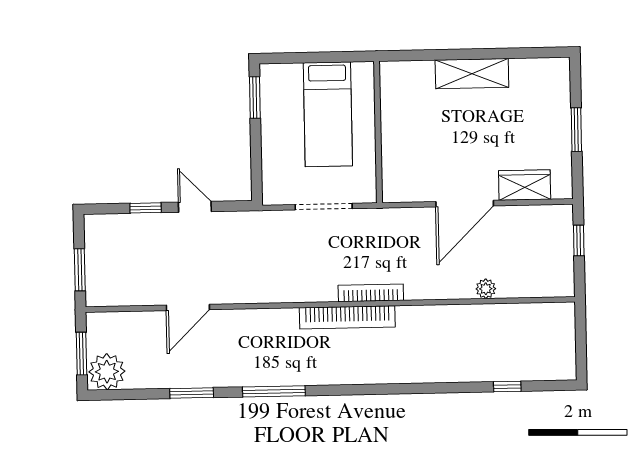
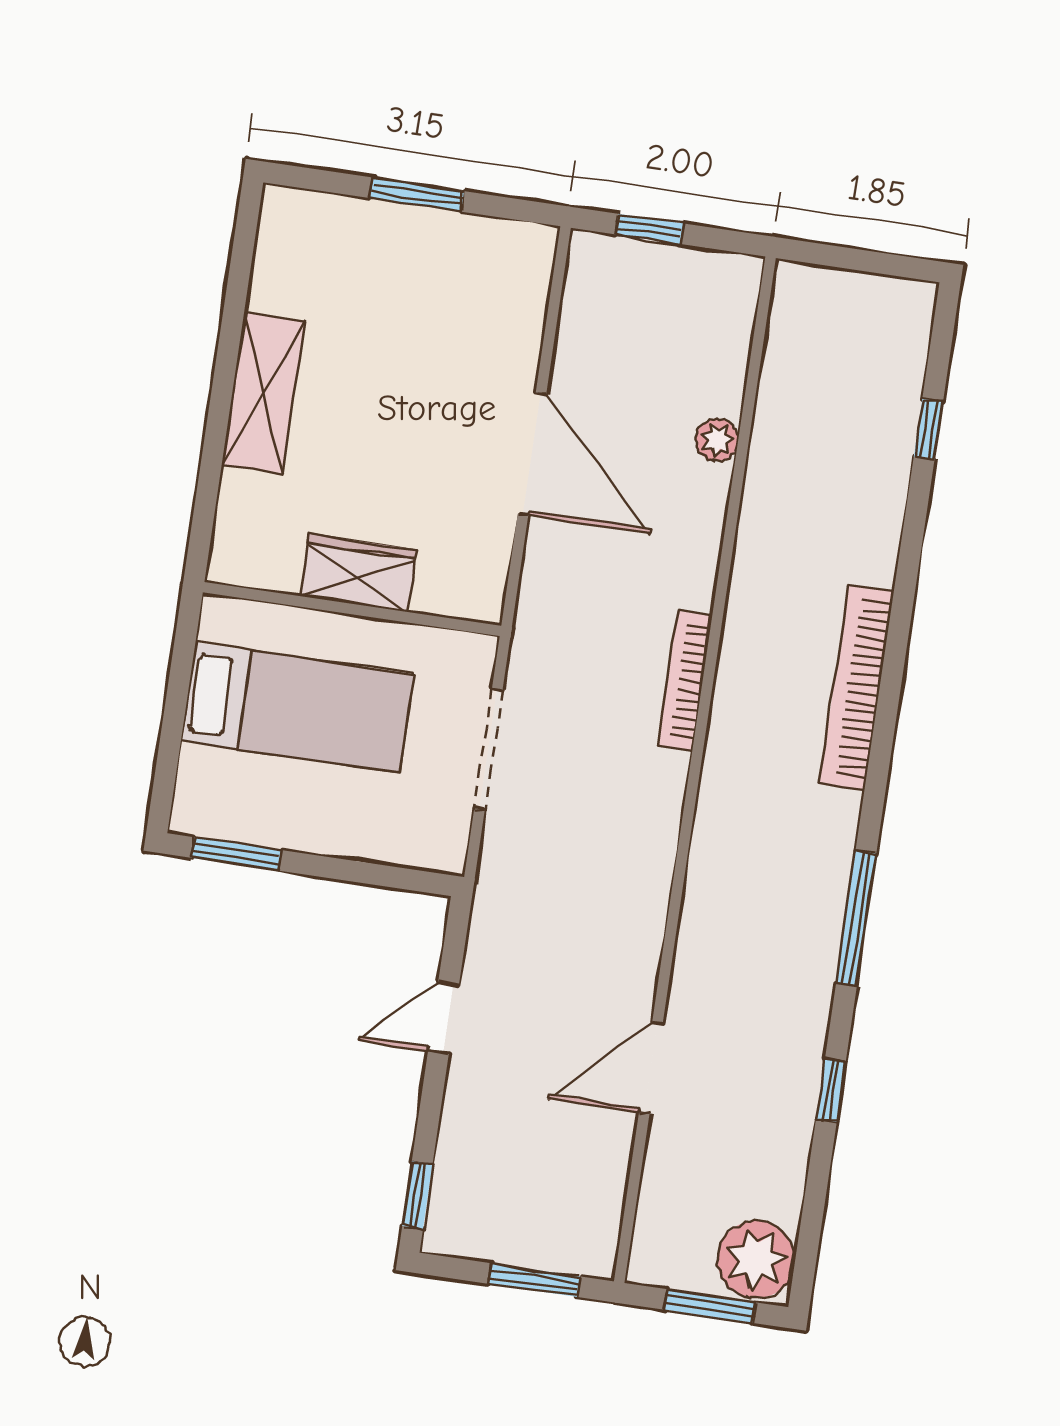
wardrobe: (525, 185) -> (358, 573), moved, turned 90
window: (146, 208) -> (417, 1195), moved
door: (188, 307) -> (651, 1068), swing flipped
bookcase: (347, 317) -> (857, 688), moved, turned 180
window: (192, 393) -> (831, 1090), width x0.67

